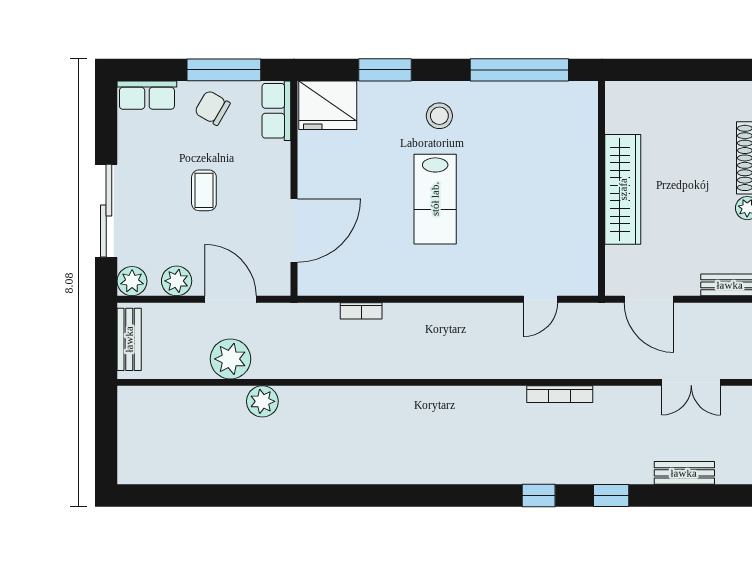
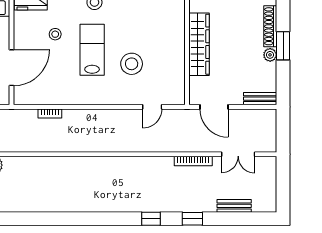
stool: (370, 172) -> (55, 34), added
lab bench: (435, 199) -> (92, 50), turned 180
stool: (504, 224) -> (132, 64), added
bookcase: (560, 394) -> (193, 161), moved

